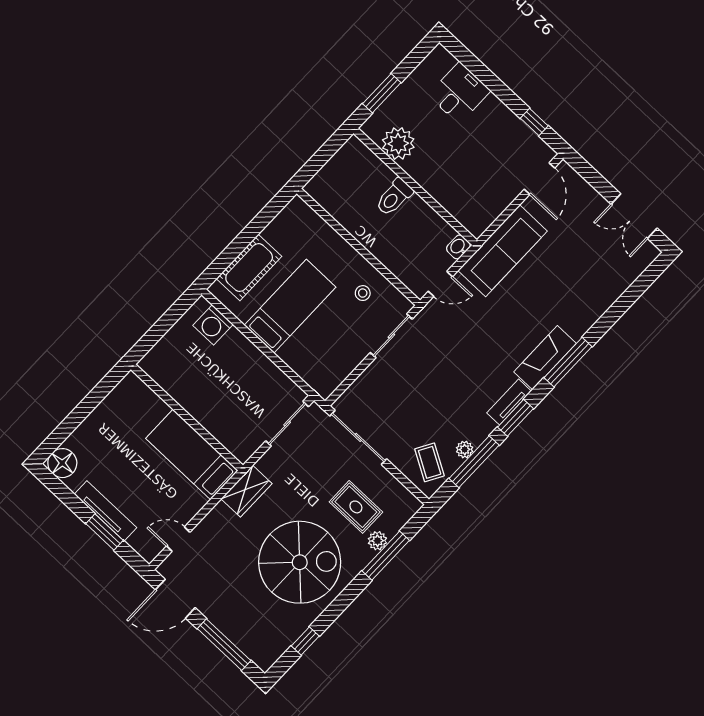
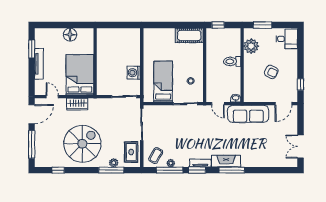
desk: (459, 93) -> (287, 39), moved
armchair: (470, 150) -> (271, 72), added
window: (314, 165) -> (218, 25), added
cot: (249, 268) -> (189, 35), moved
bed: (290, 306) -> (163, 82), moved, turned -90
washing machine: (213, 325) -> (134, 73), moved
bed: (192, 454) -> (80, 75), width x1.50
floor lamp: (62, 463) -> (70, 35), moved
wardrobe: (246, 491) -> (77, 104), moved
rug: (356, 507) -> (131, 152), moved
window: (104, 532) -> (32, 49), moved
spiral stairs: (300, 562) -> (82, 144), turned -90
door: (175, 599) -> (32, 114), swing flipped

